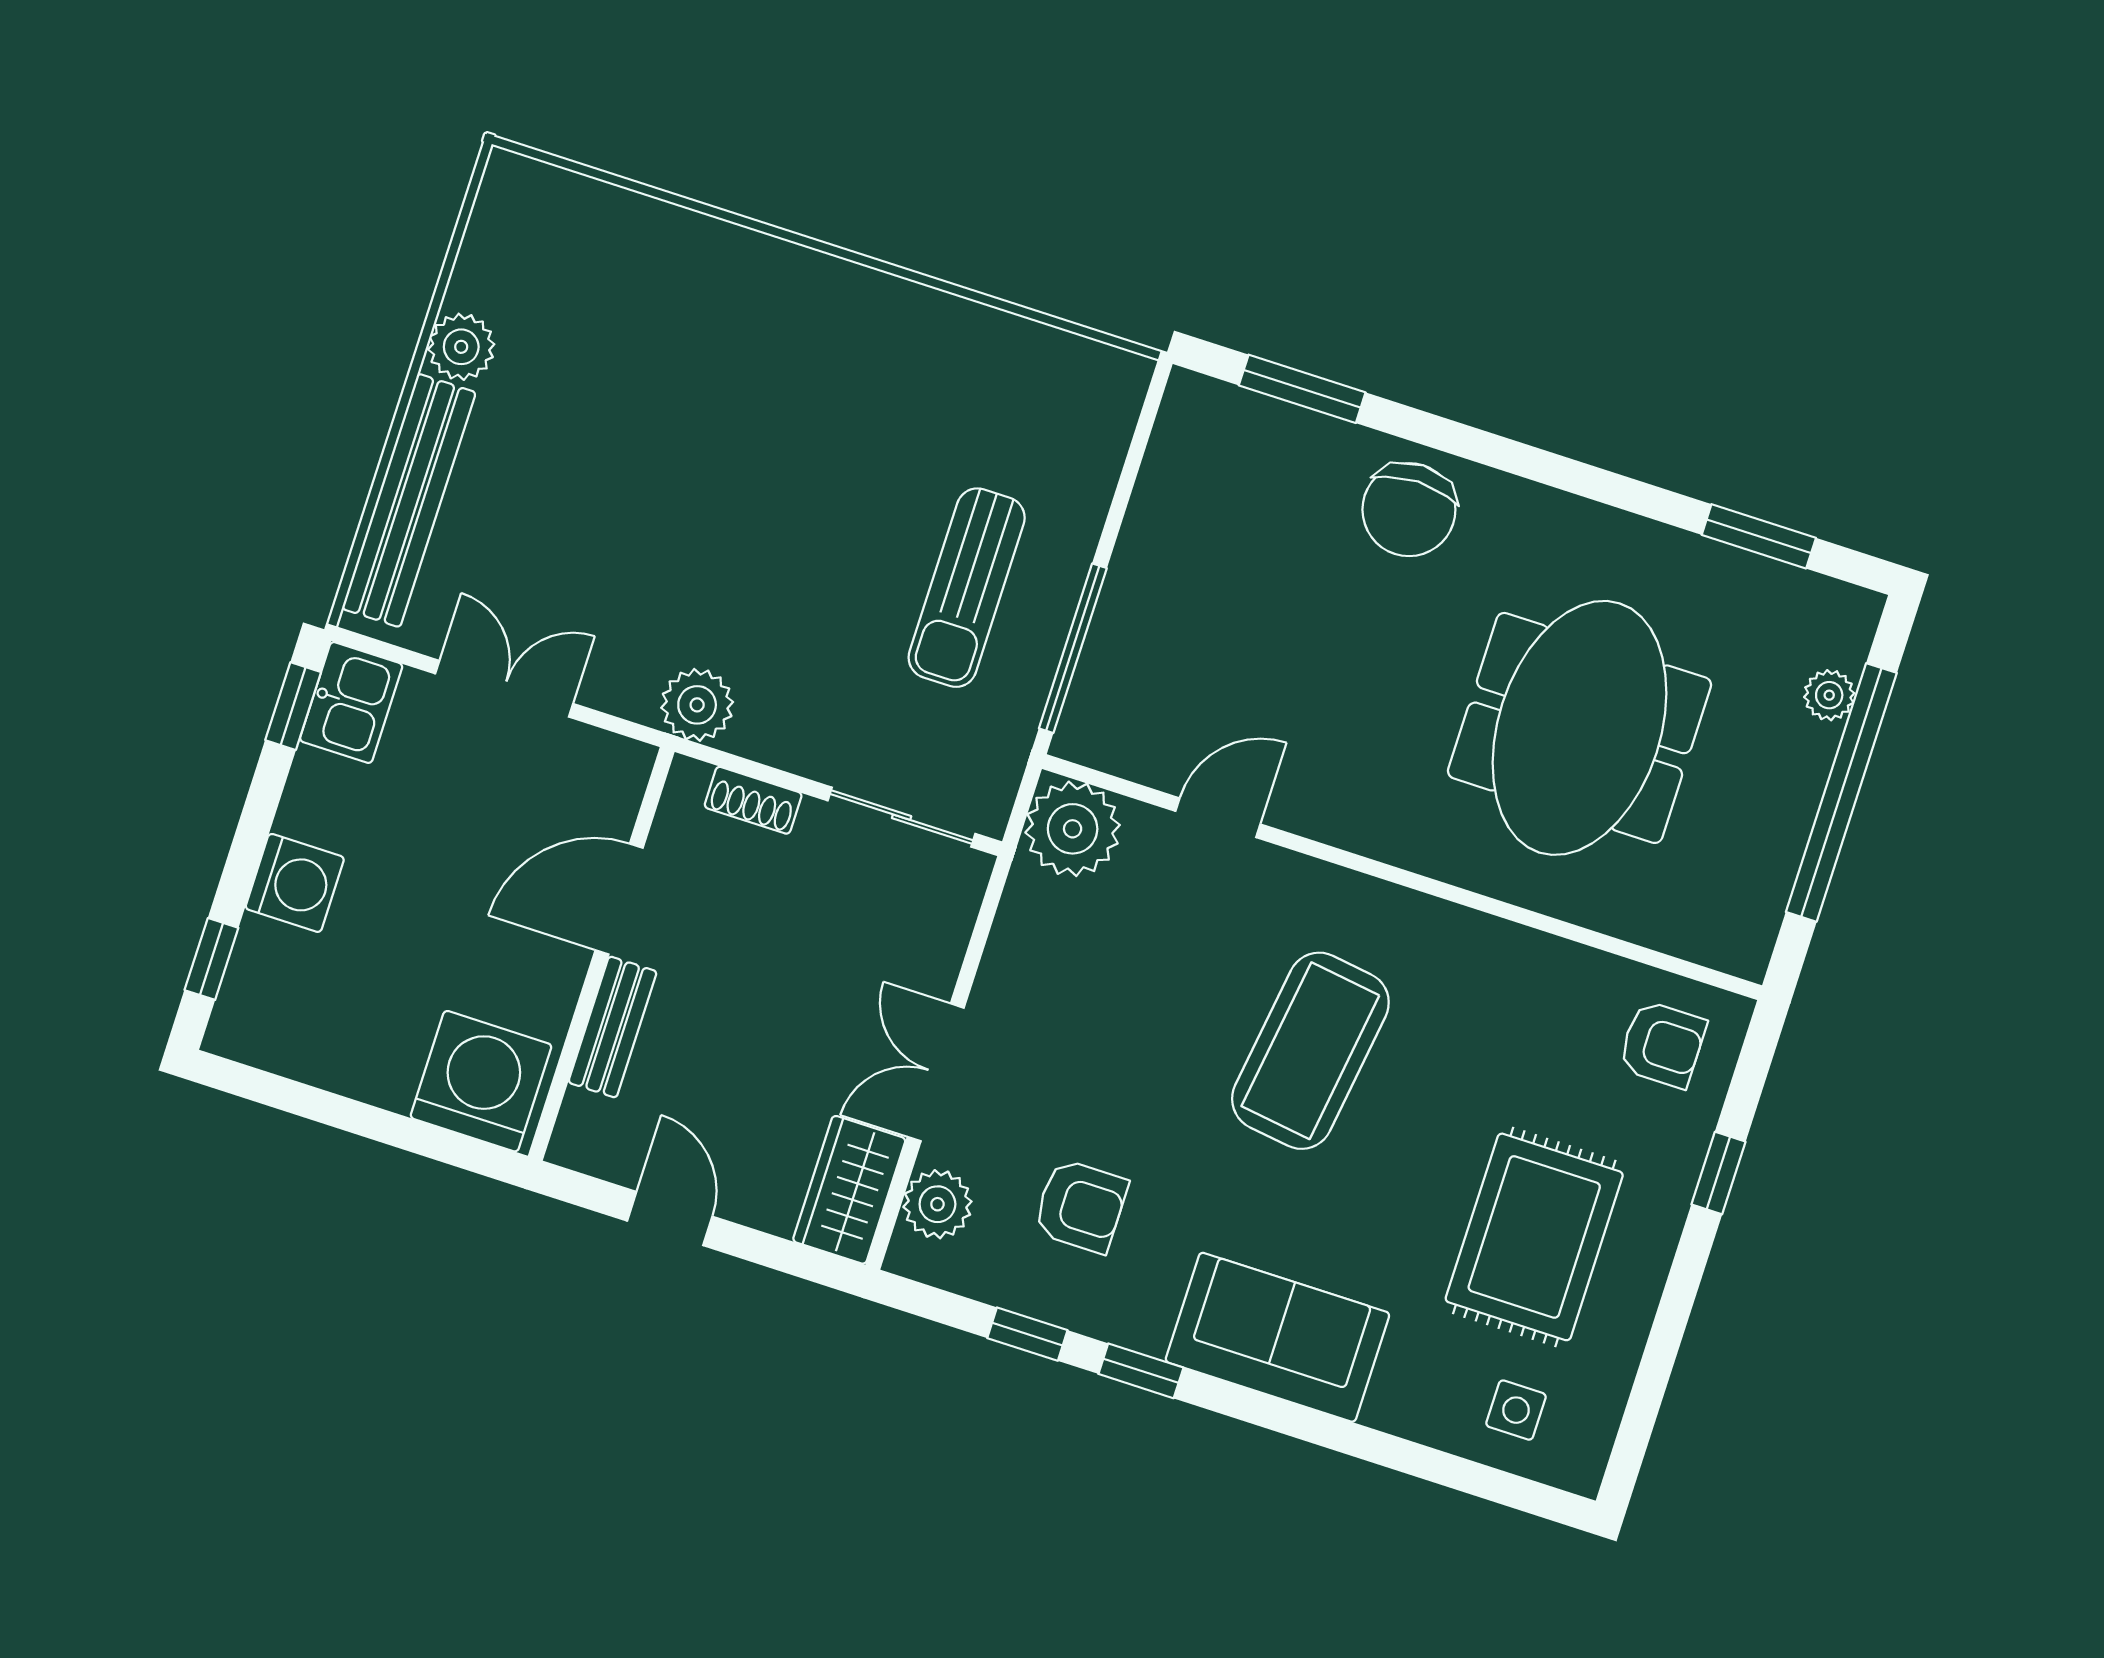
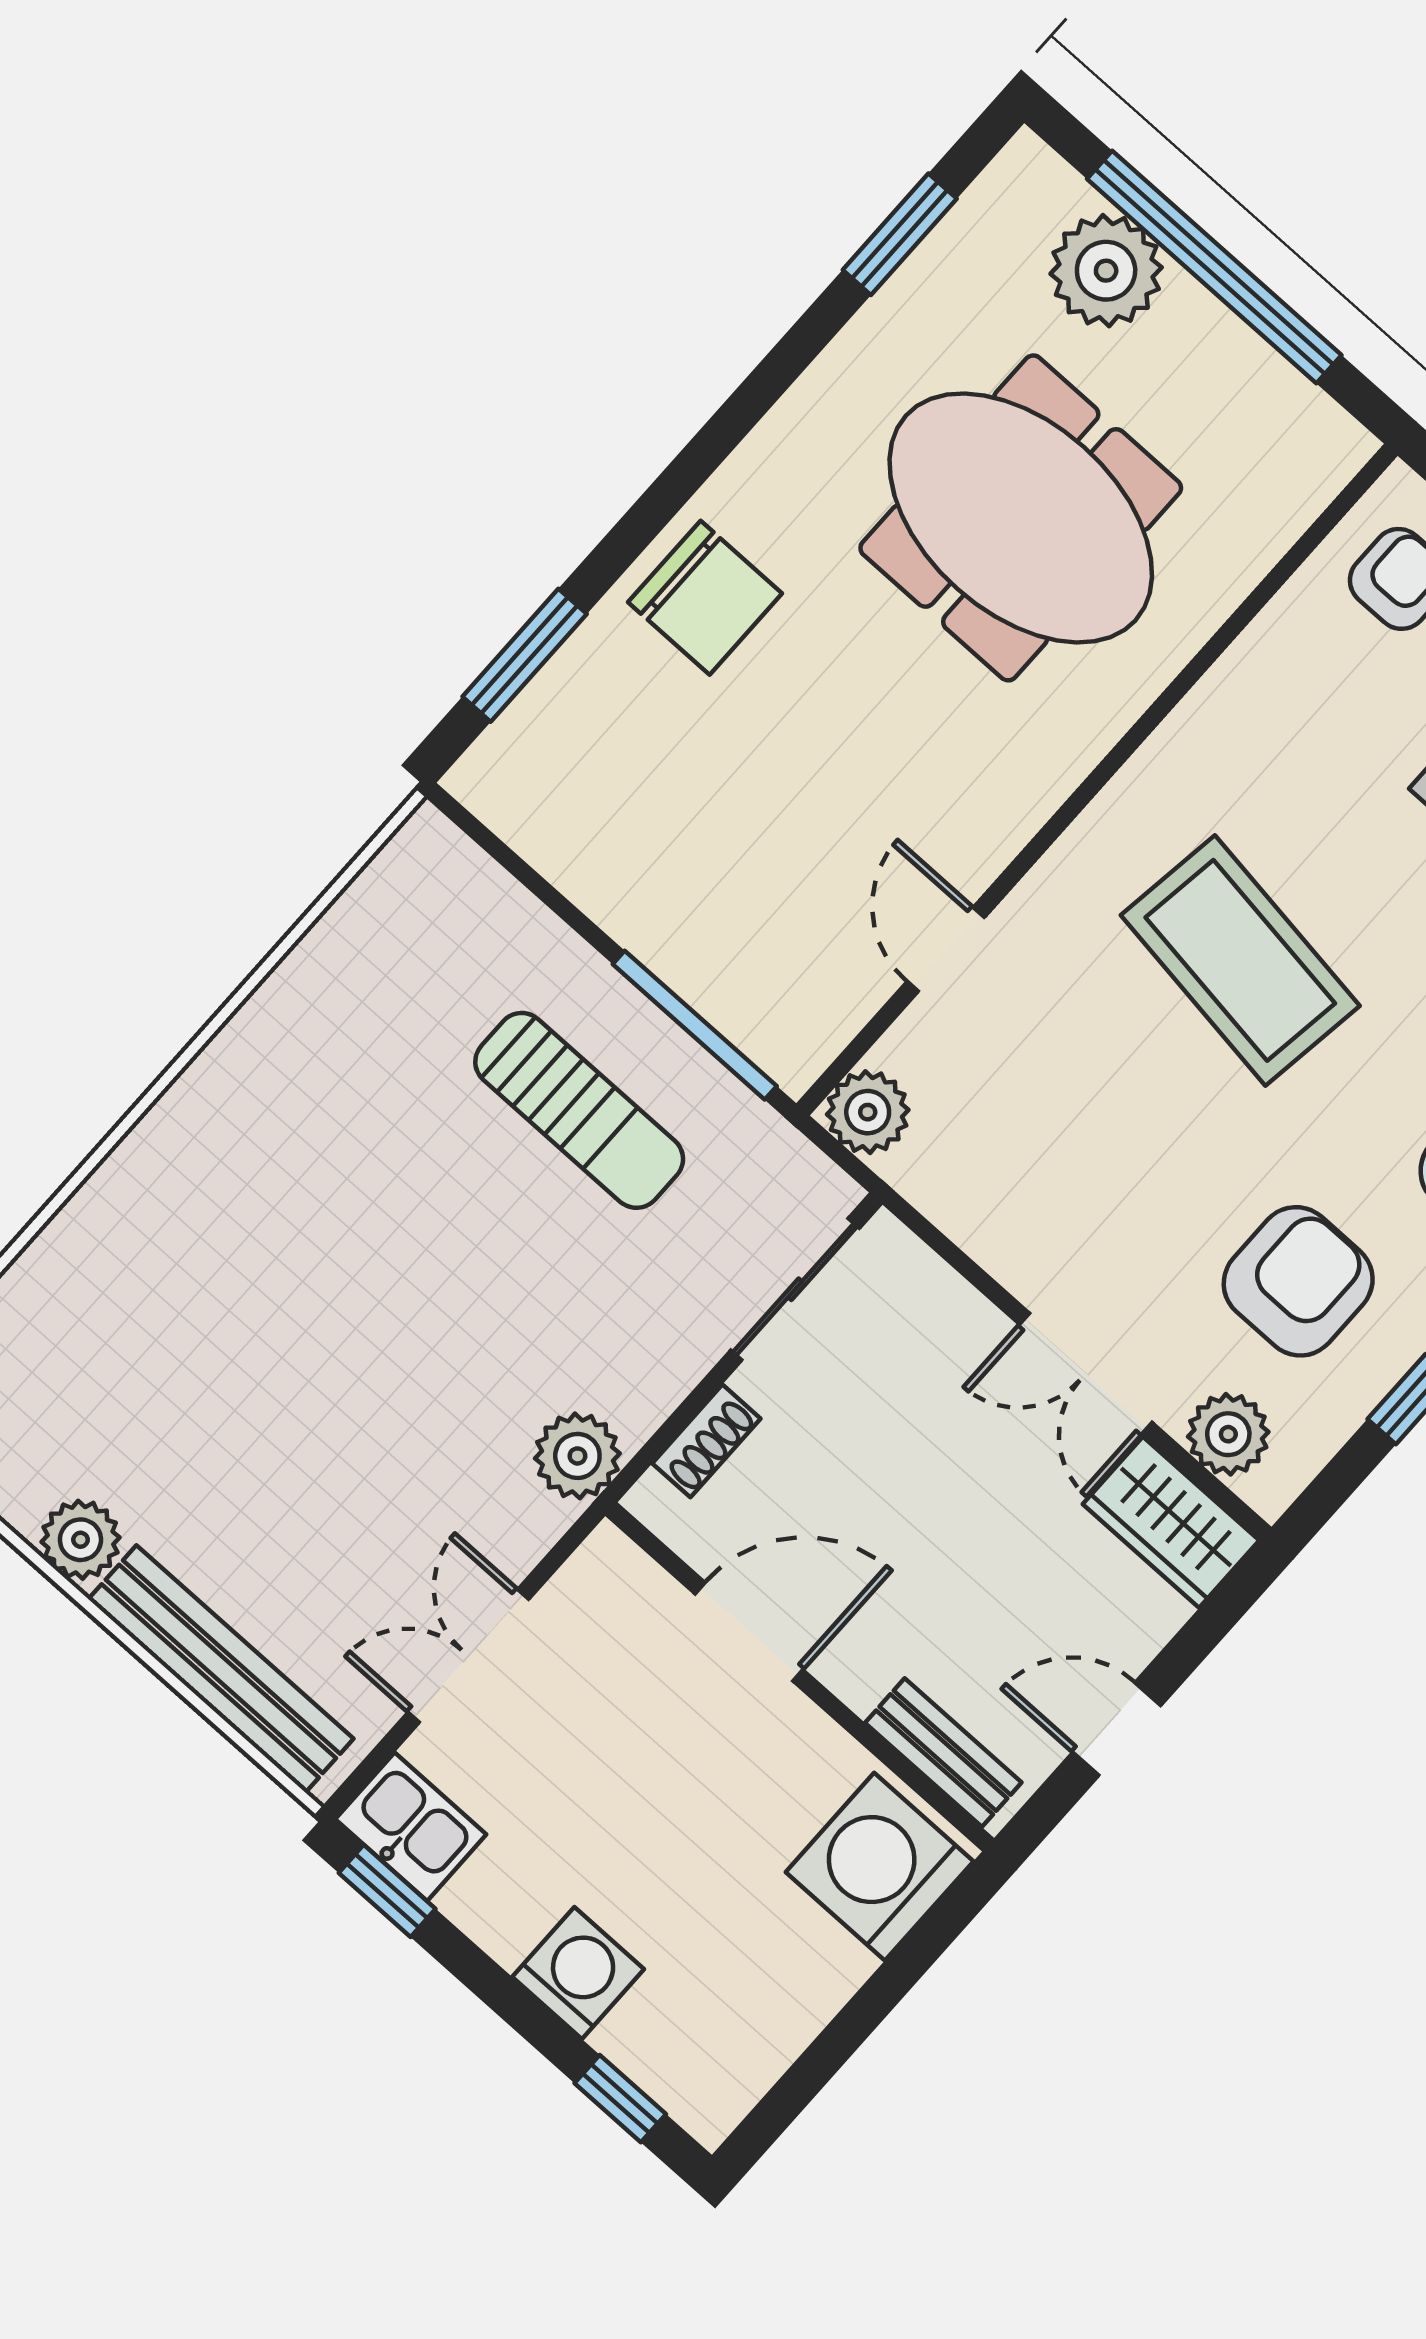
plant: (1829, 695) -> (1106, 271), width x1.88, depth x1.88
plant: (1073, 829) -> (868, 1112), width x0.73, depth x0.73
door: (619, 899) -> (749, 1632), swing flipped
bench: (613, 1027) -> (943, 1753), moved
armchair: (1080, 1206) -> (1298, 1281), width x1.38, depth x1.38

